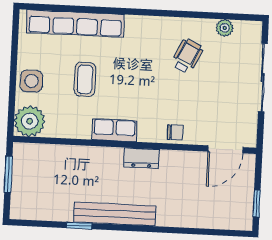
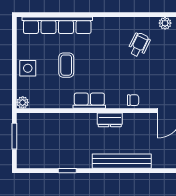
plant: (30, 121) -> (23, 102), width x0.53, depth x0.53
bench: (115, 214) -> (122, 161), moved

